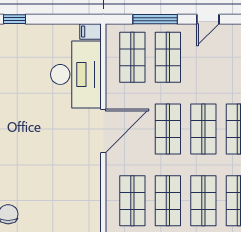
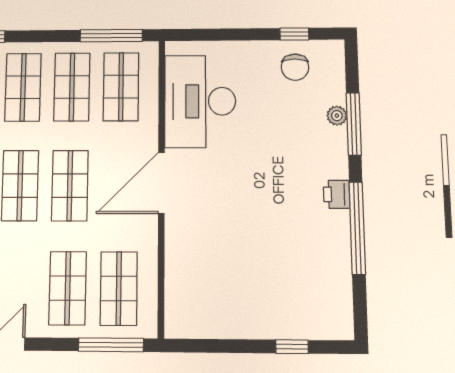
window: (155, 19) -> (111, 345), moved
filing cabinet: (91, 31) -> (179, 327), removed
desk: (76, 74) -> (200, 101), moved

